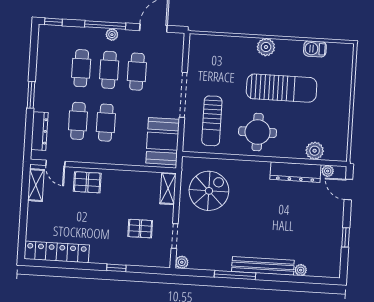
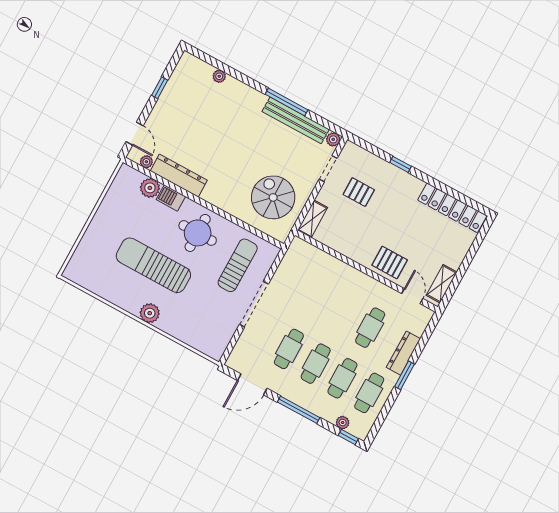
plant: (112, 35) -> (343, 423), moved
barbecue: (315, 49) -> (171, 198), moved, turned 180
cafe table: (106, 123) -> (369, 393), moved
dresser: (39, 131) -> (403, 353), moved
booth: (163, 141) -> (296, 268), removed
spiral stairs: (209, 191) -> (273, 197), turned 90
bench: (263, 266) -> (296, 120), moved

